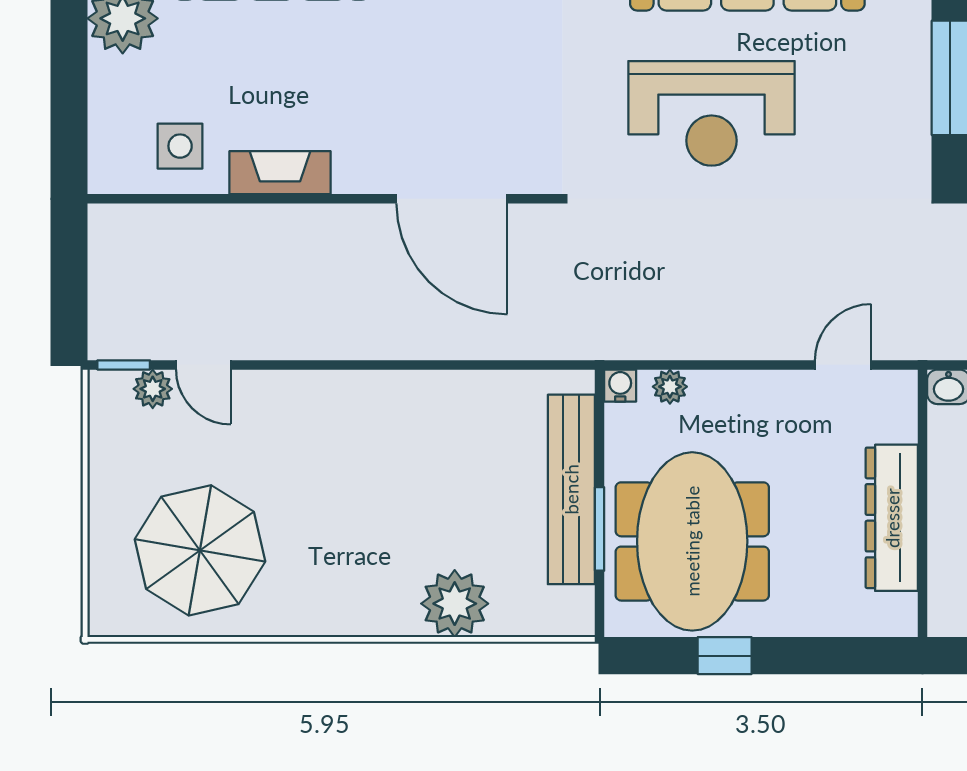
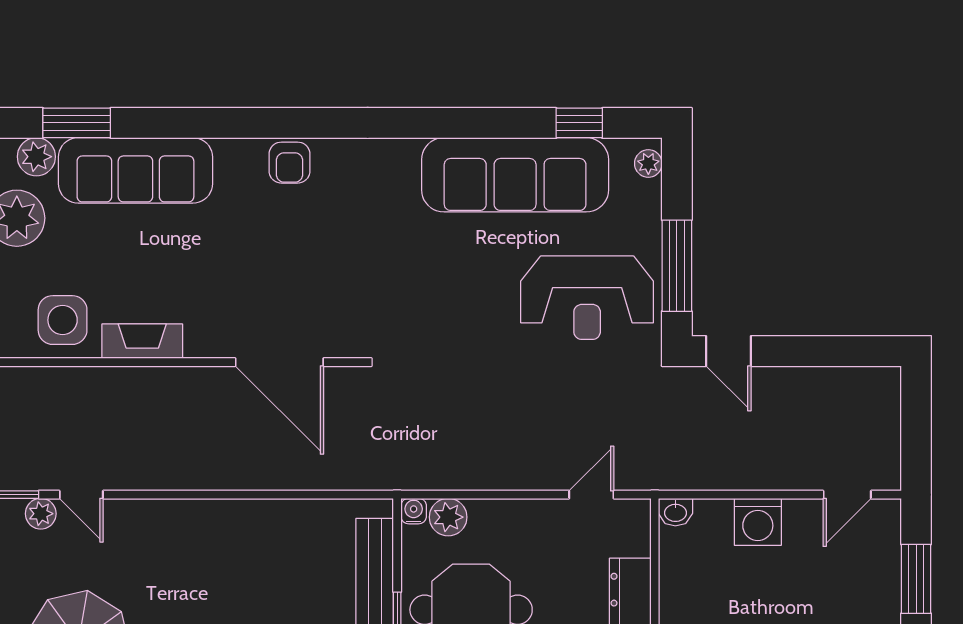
reception desk: (711, 113) -> (587, 298), moved
side table: (180, 146) -> (63, 320), width x1.37, depth x1.37
plant: (670, 387) -> (448, 517), width x1.38, depth x1.38

